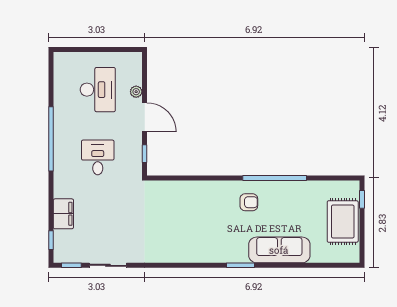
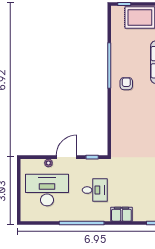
desk: (98, 90) -> (47, 190), width x1.36, depth x1.30
desk: (98, 157) -> (95, 190), turned 180
filing cabinet: (63, 214) -> (121, 214), moved

